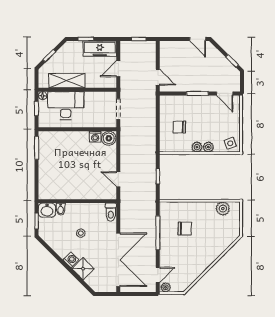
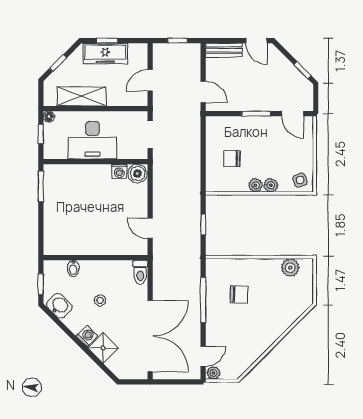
bench: (173, 46) -> (224, 50), added
freezer: (100, 49) -> (105, 54), moved
desk: (66, 106) -> (92, 140), moved, turned 180
washbasin: (47, 210) -> (59, 306), moved, turned -135

